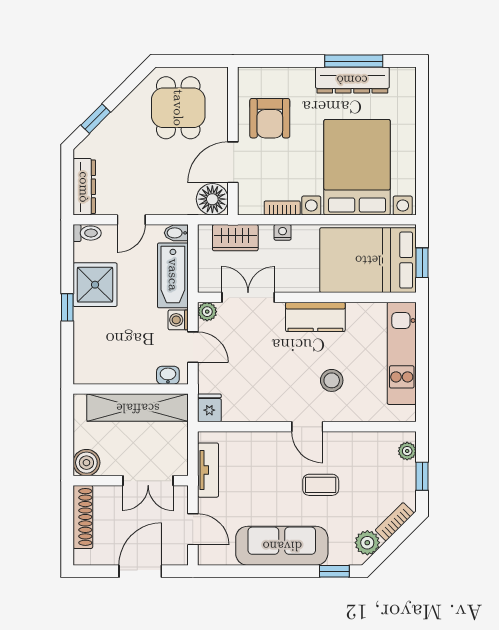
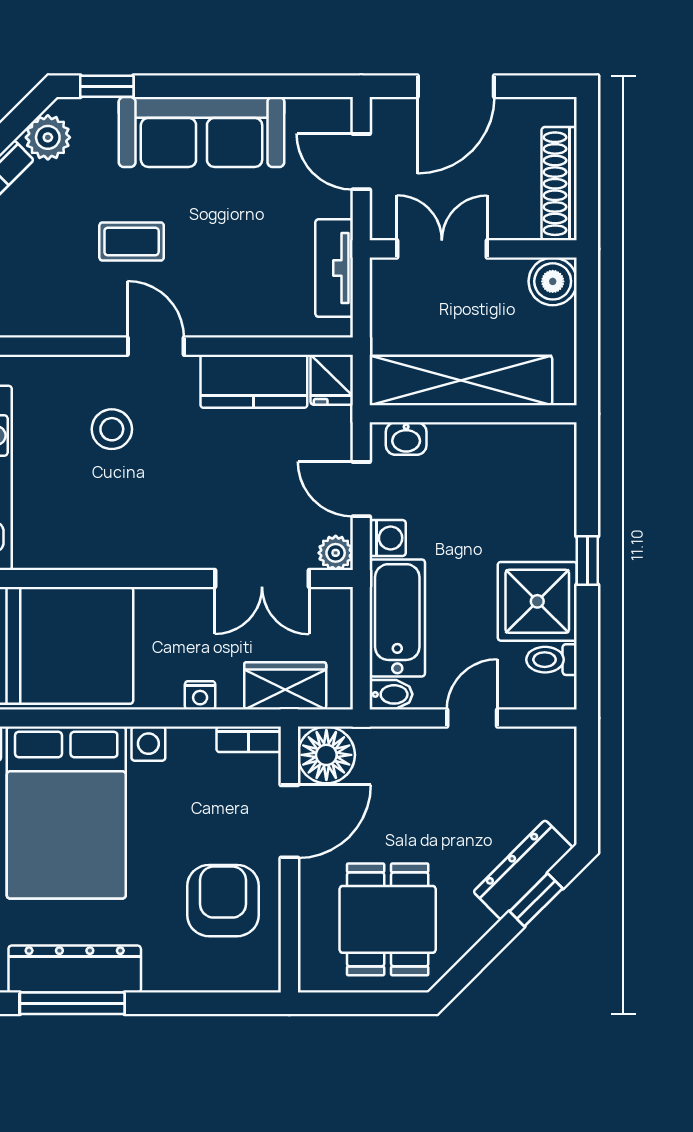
dresser: (84, 187) -> (523, 870), moved, turned 45
bookcase: (282, 208) -> (249, 739), moved
toilet: (87, 233) -> (552, 660), moved
kitchen counter: (315, 317) -> (254, 381), moved, turned 180

